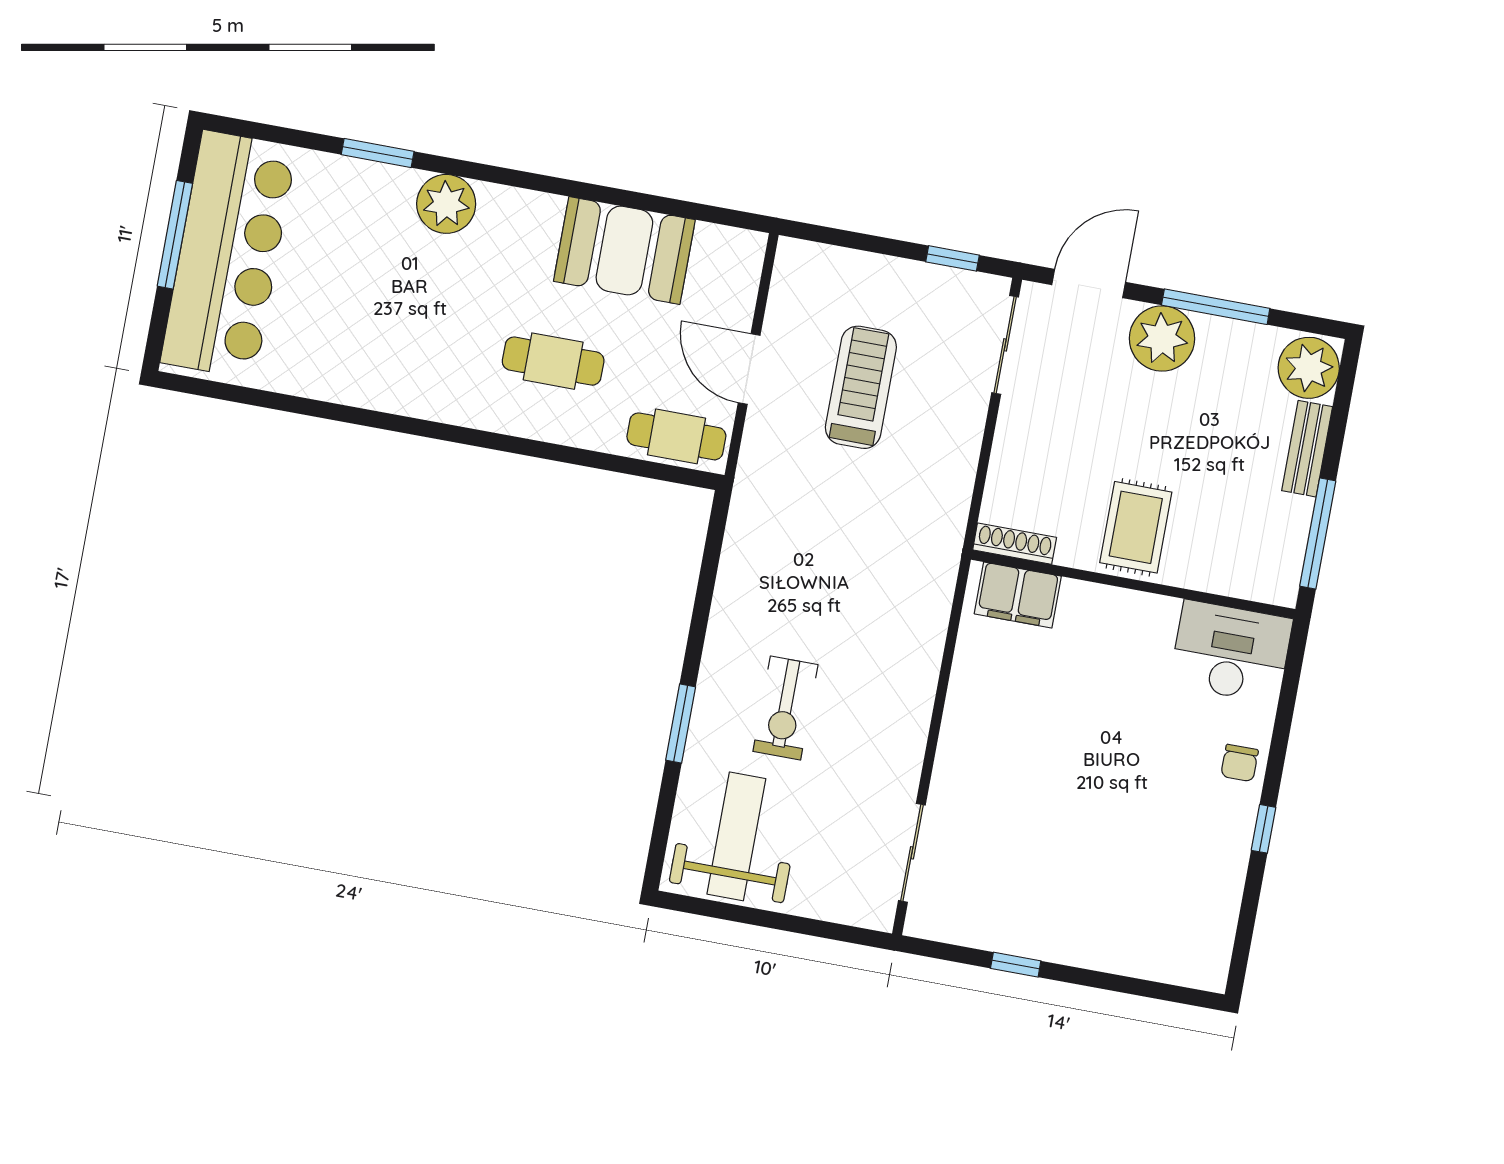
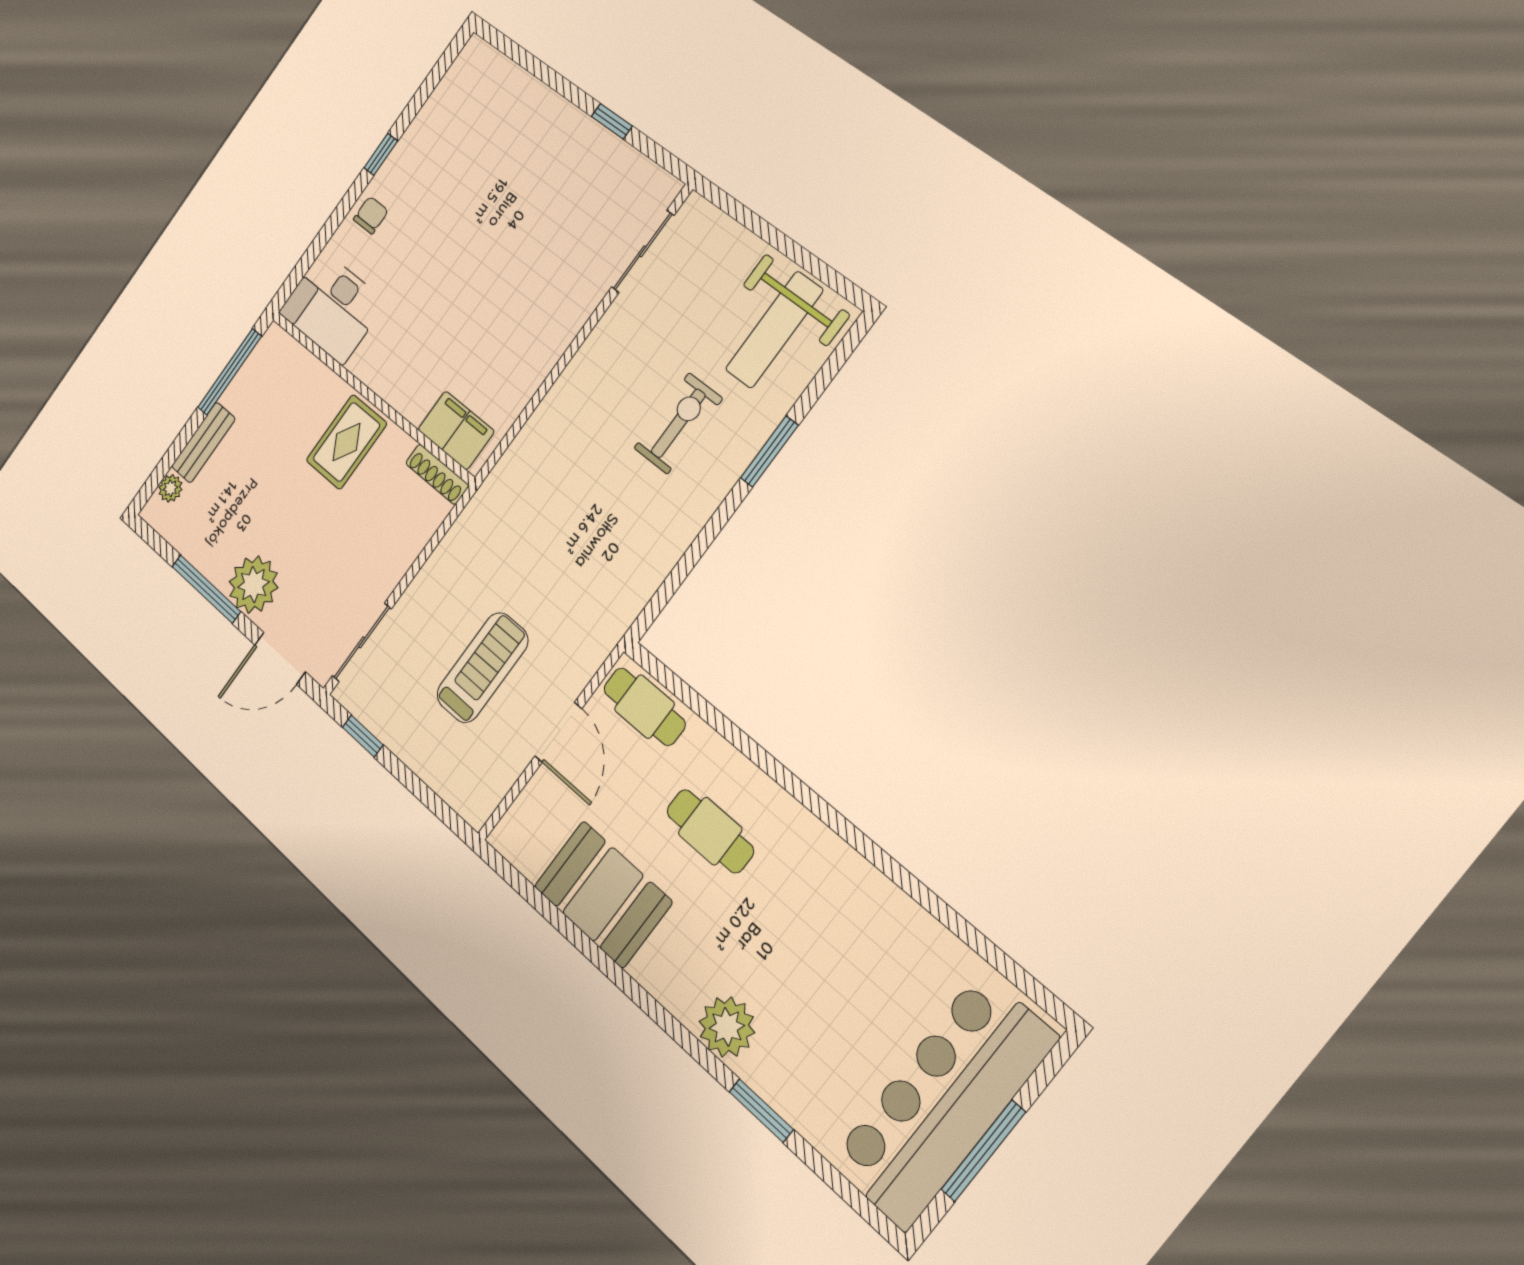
plant: (1309, 368) -> (170, 488), width x0.53, depth x0.53
treadmill: (861, 387) -> (482, 668), turned 180

